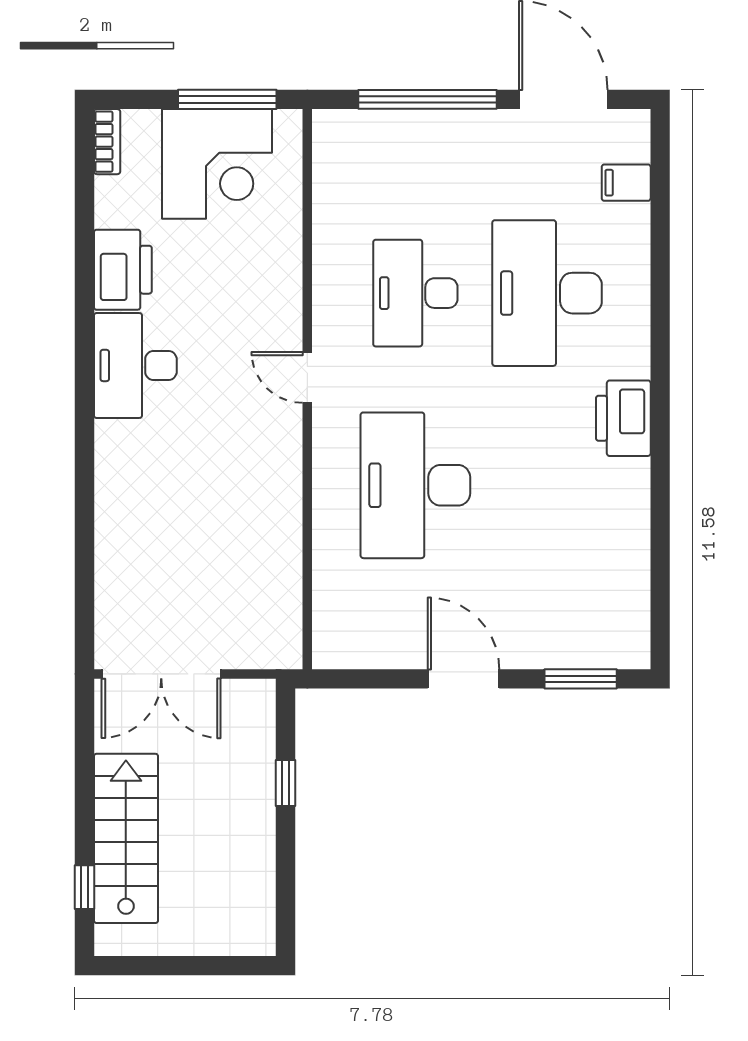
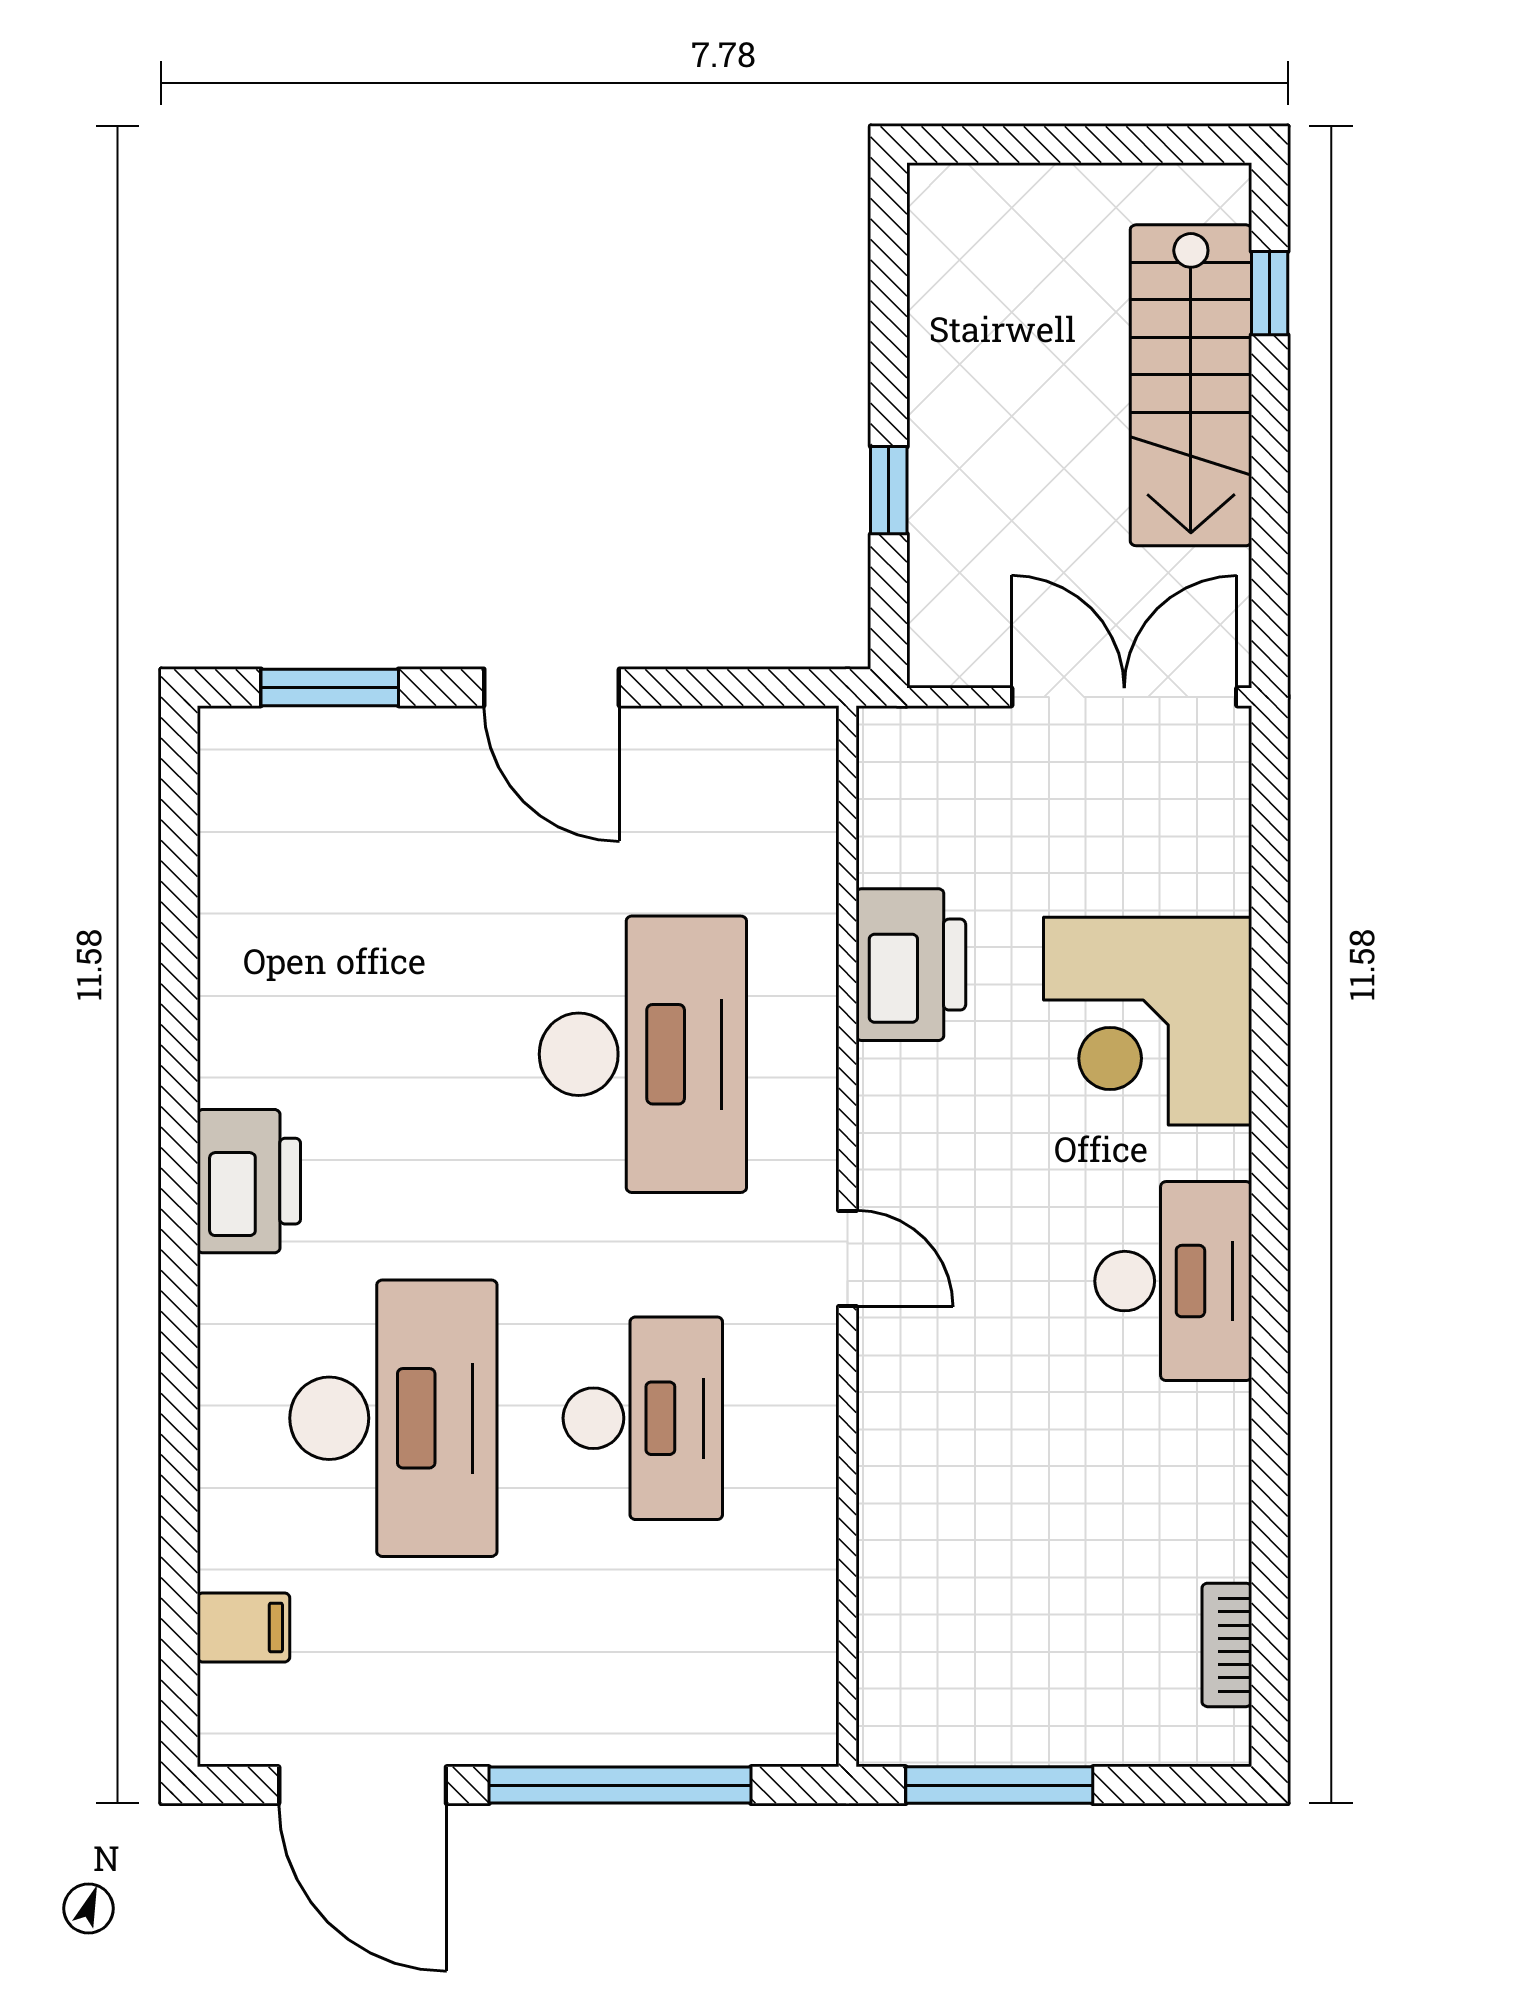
bookcase: (107, 142) -> (1227, 1645), moved
corner desk: (217, 164) -> (1148, 1021), moved, turned -90
printer: (123, 270) -> (911, 965), moved, turned 180

